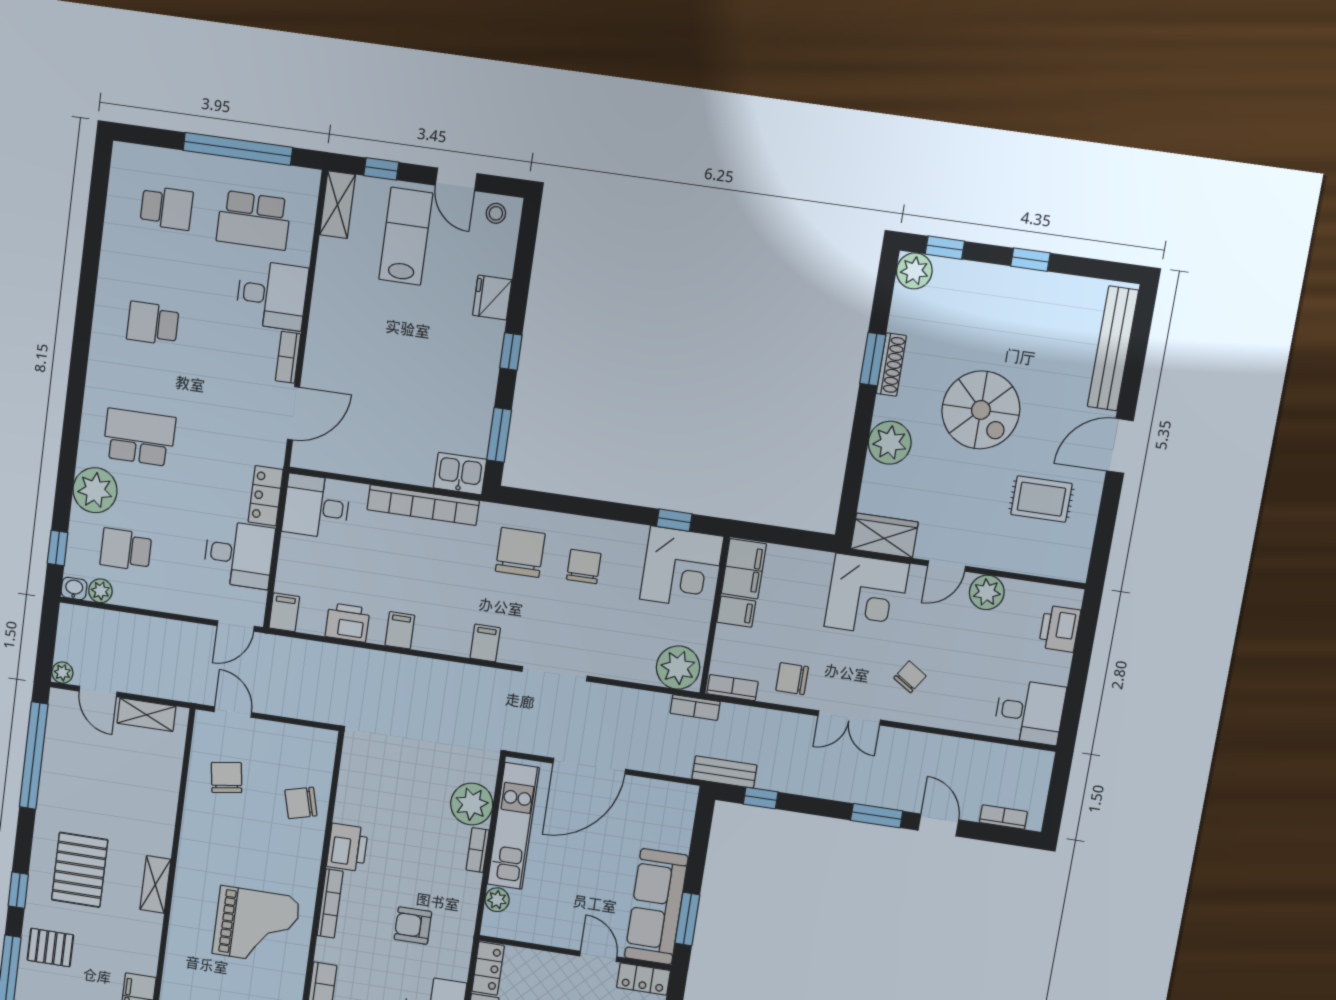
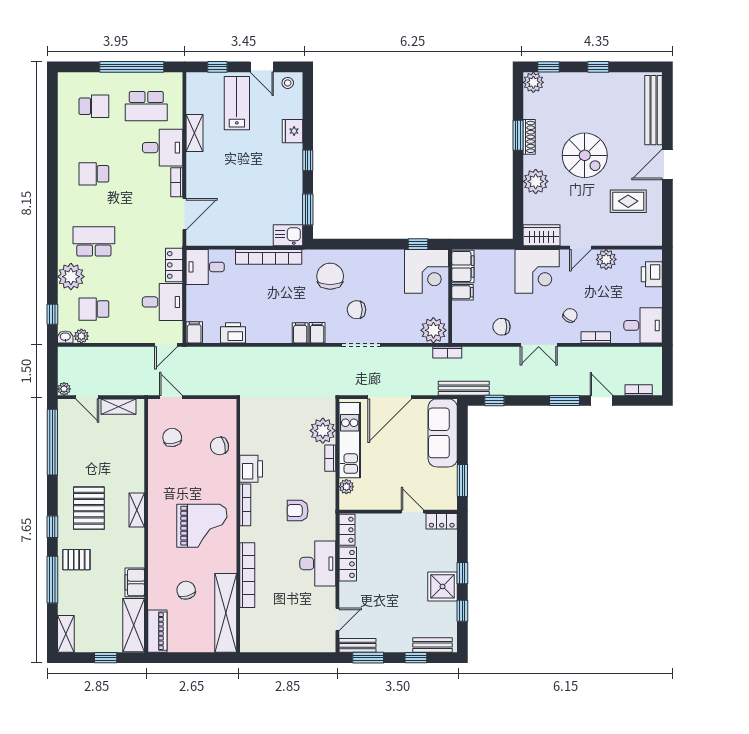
shelving: (337, 205) -> (194, 133), moved
chair: (584, 566) -> (356, 310), moved, turned -90
filing cabinet: (400, 630) -> (300, 333), moved
bookcase: (732, 688) -> (596, 337), moved
bench: (724, 772) -> (464, 388), width x1.36
sofa: (656, 907) -> (443, 433), moved

